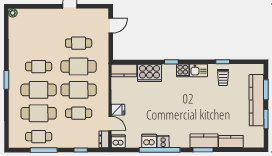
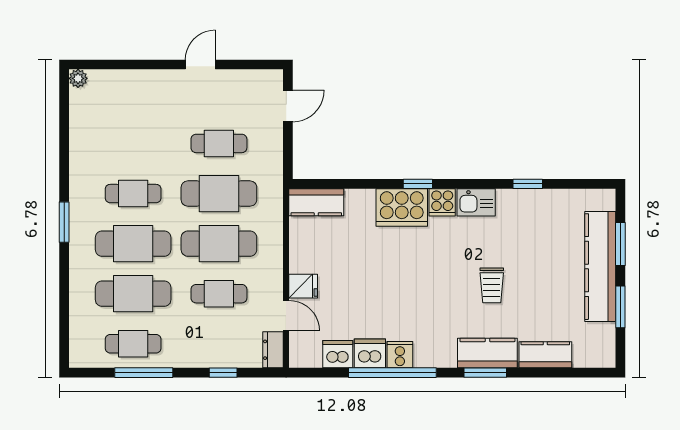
cooker: (150, 73) -> (402, 207), moved
trolley: (223, 78) -> (492, 285), moved
dishwasher: (118, 141) -> (338, 354), moved

